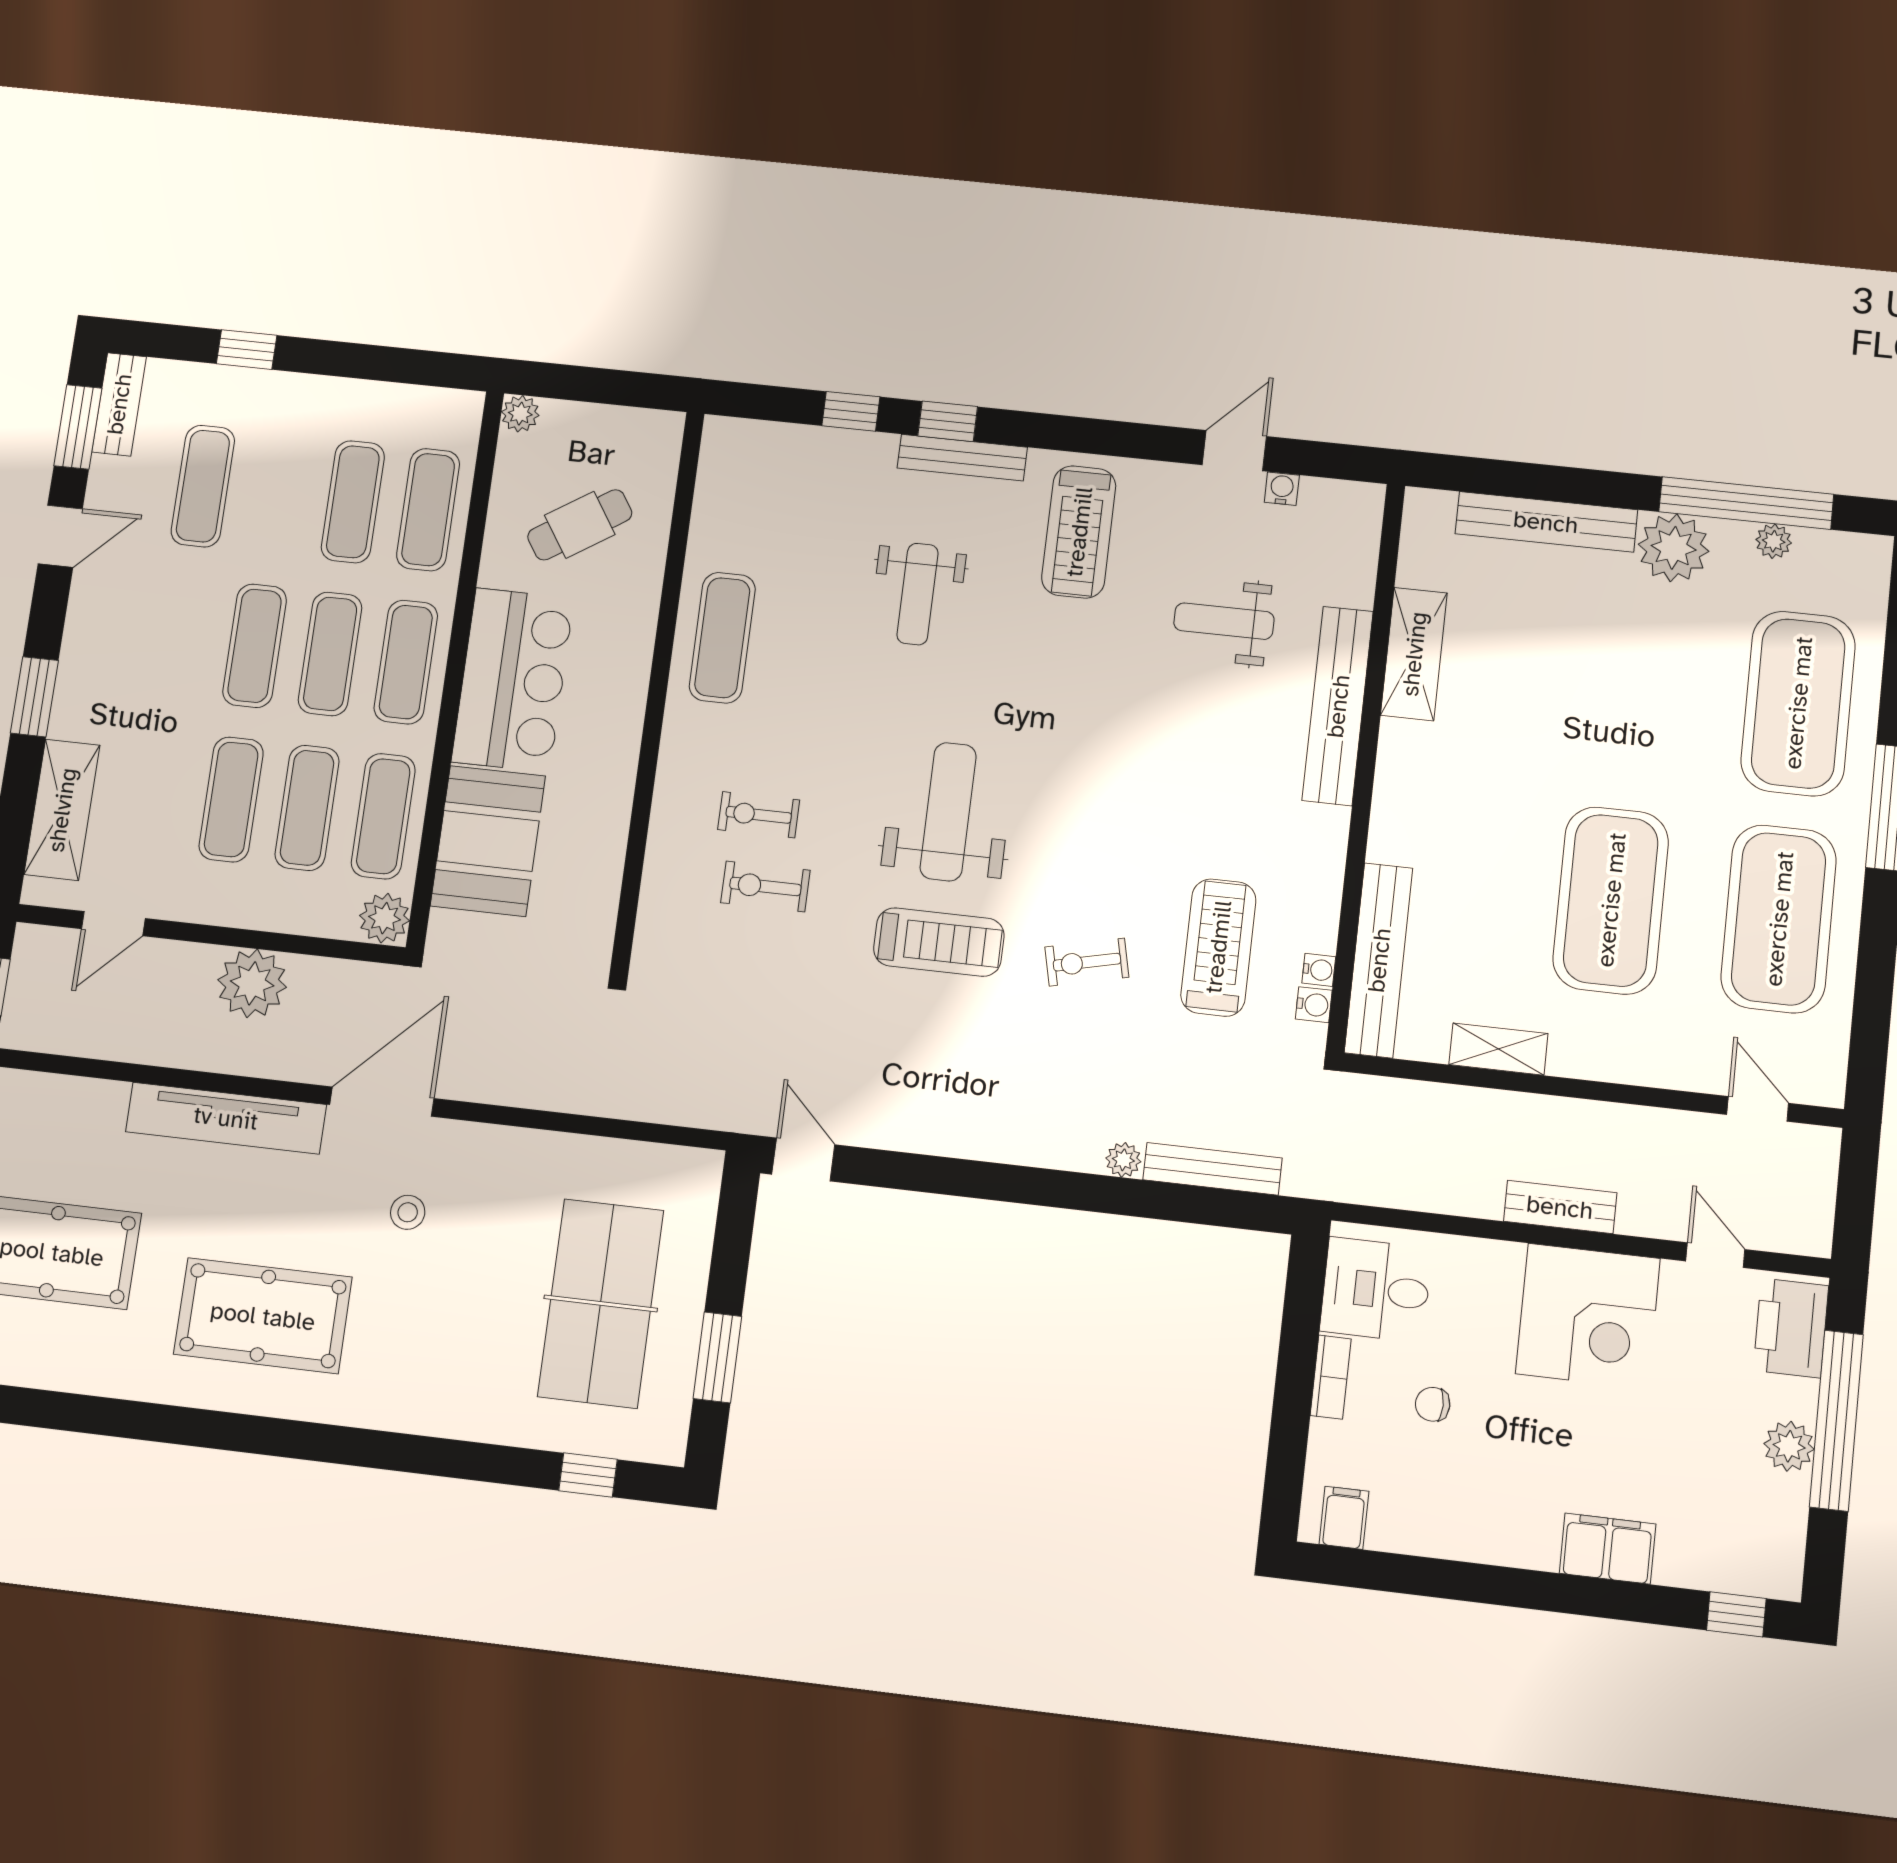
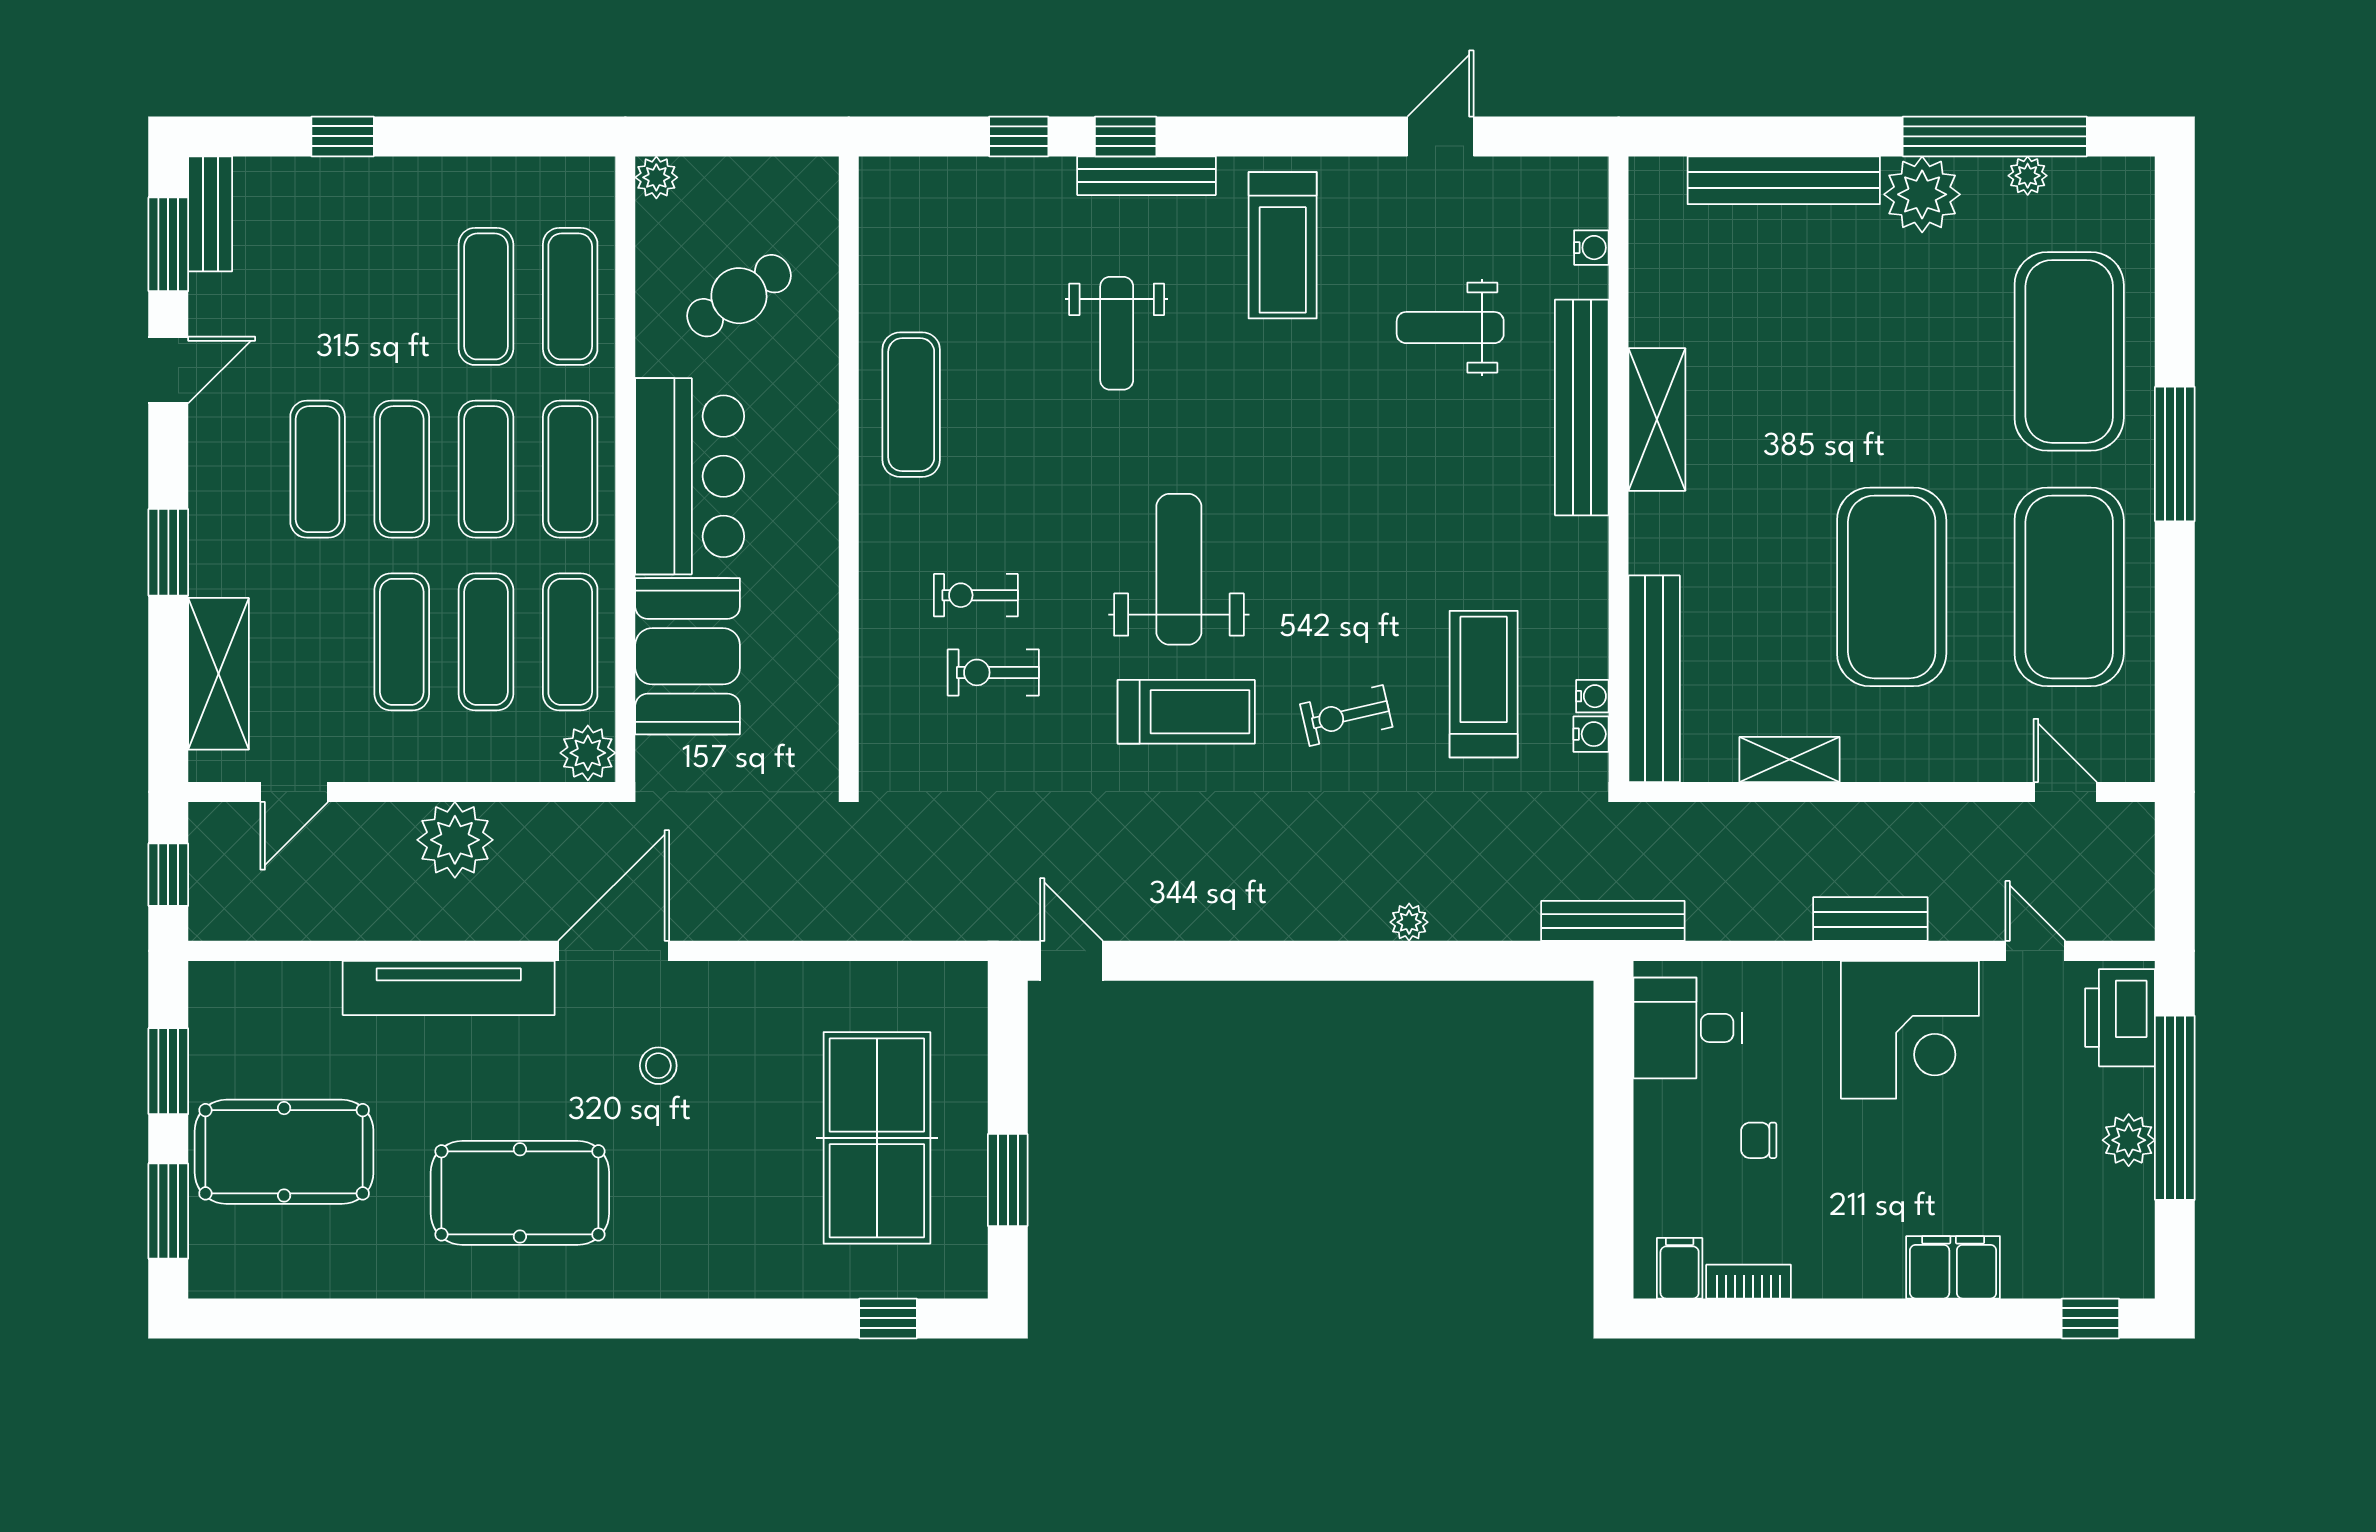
exercise mat: (203, 486) -> (318, 469), moved
water cooler: (1282, 489) -> (1591, 248), moved, turned 90
shelving: (1414, 654) -> (1657, 420), moved
bench: (1212, 1169) -> (1613, 921), moved
bookcase: (1331, 1377) -> (1749, 1282), moved, turned -90

